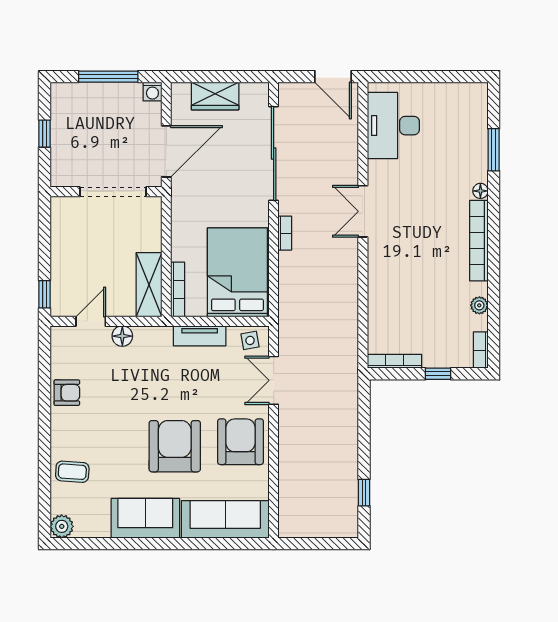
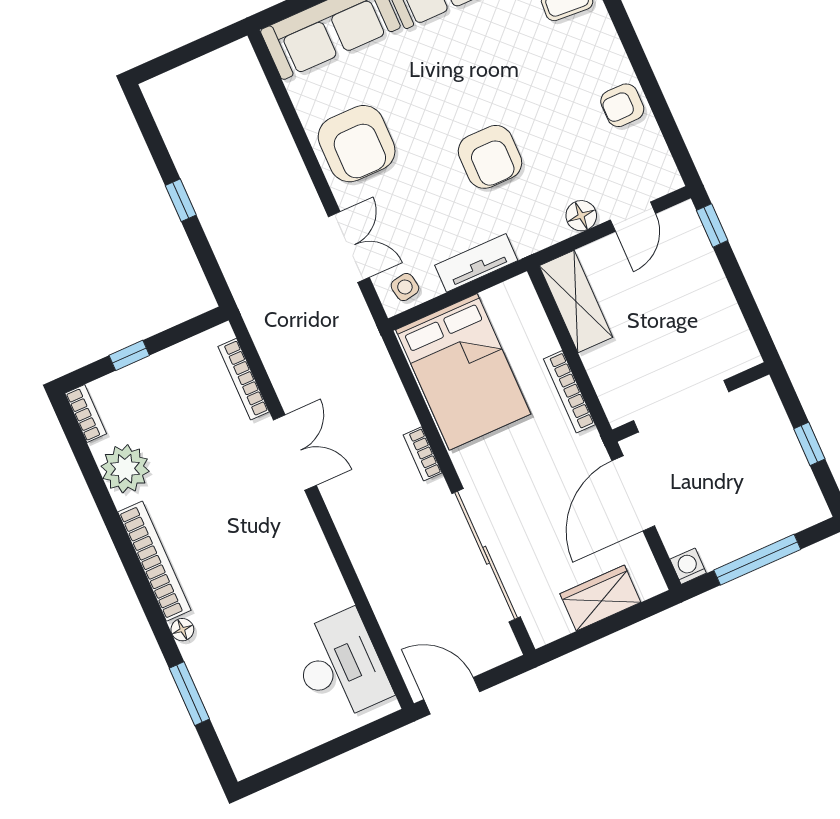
double door: (363, 211) -> (295, 453), moved
bookcase: (178, 290) -> (569, 392), moved
plant: (479, 305) -> (125, 469), width x1.88, depth x1.88
bookcase: (394, 361) -> (244, 379), moved, turned 90
armchair: (175, 446) -> (490, 157), moved, width x0.73, depth x0.73
window: (364, 493) -> (181, 200), moved

